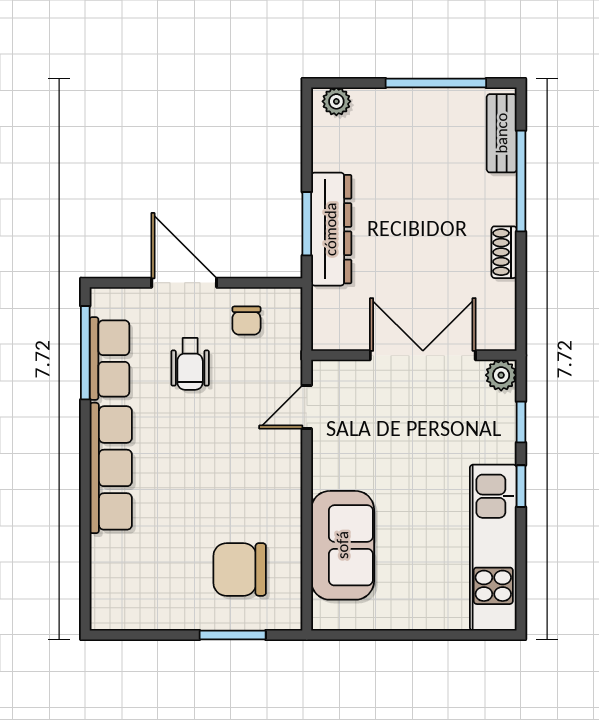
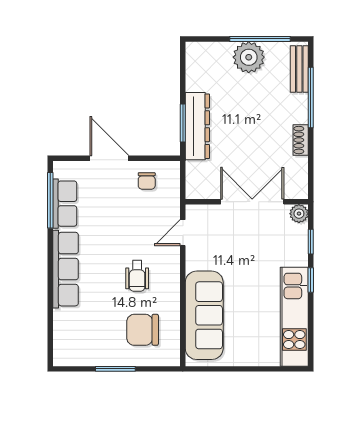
plant: (336, 101) -> (249, 57), moved, width x1.88, depth x1.88
wheelchair: (190, 364) -> (137, 276), moved
sofa: (343, 545) -> (204, 315), width x1.36
window: (233, 635) -> (115, 369), moved

